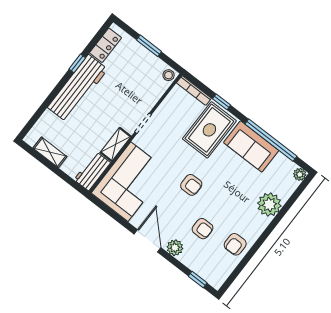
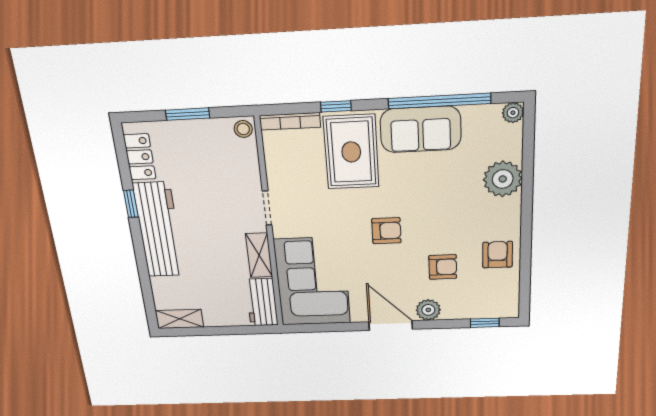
shelving: (50, 152) -> (179, 319), moved
armchair: (235, 244) -> (498, 255), turned 180

